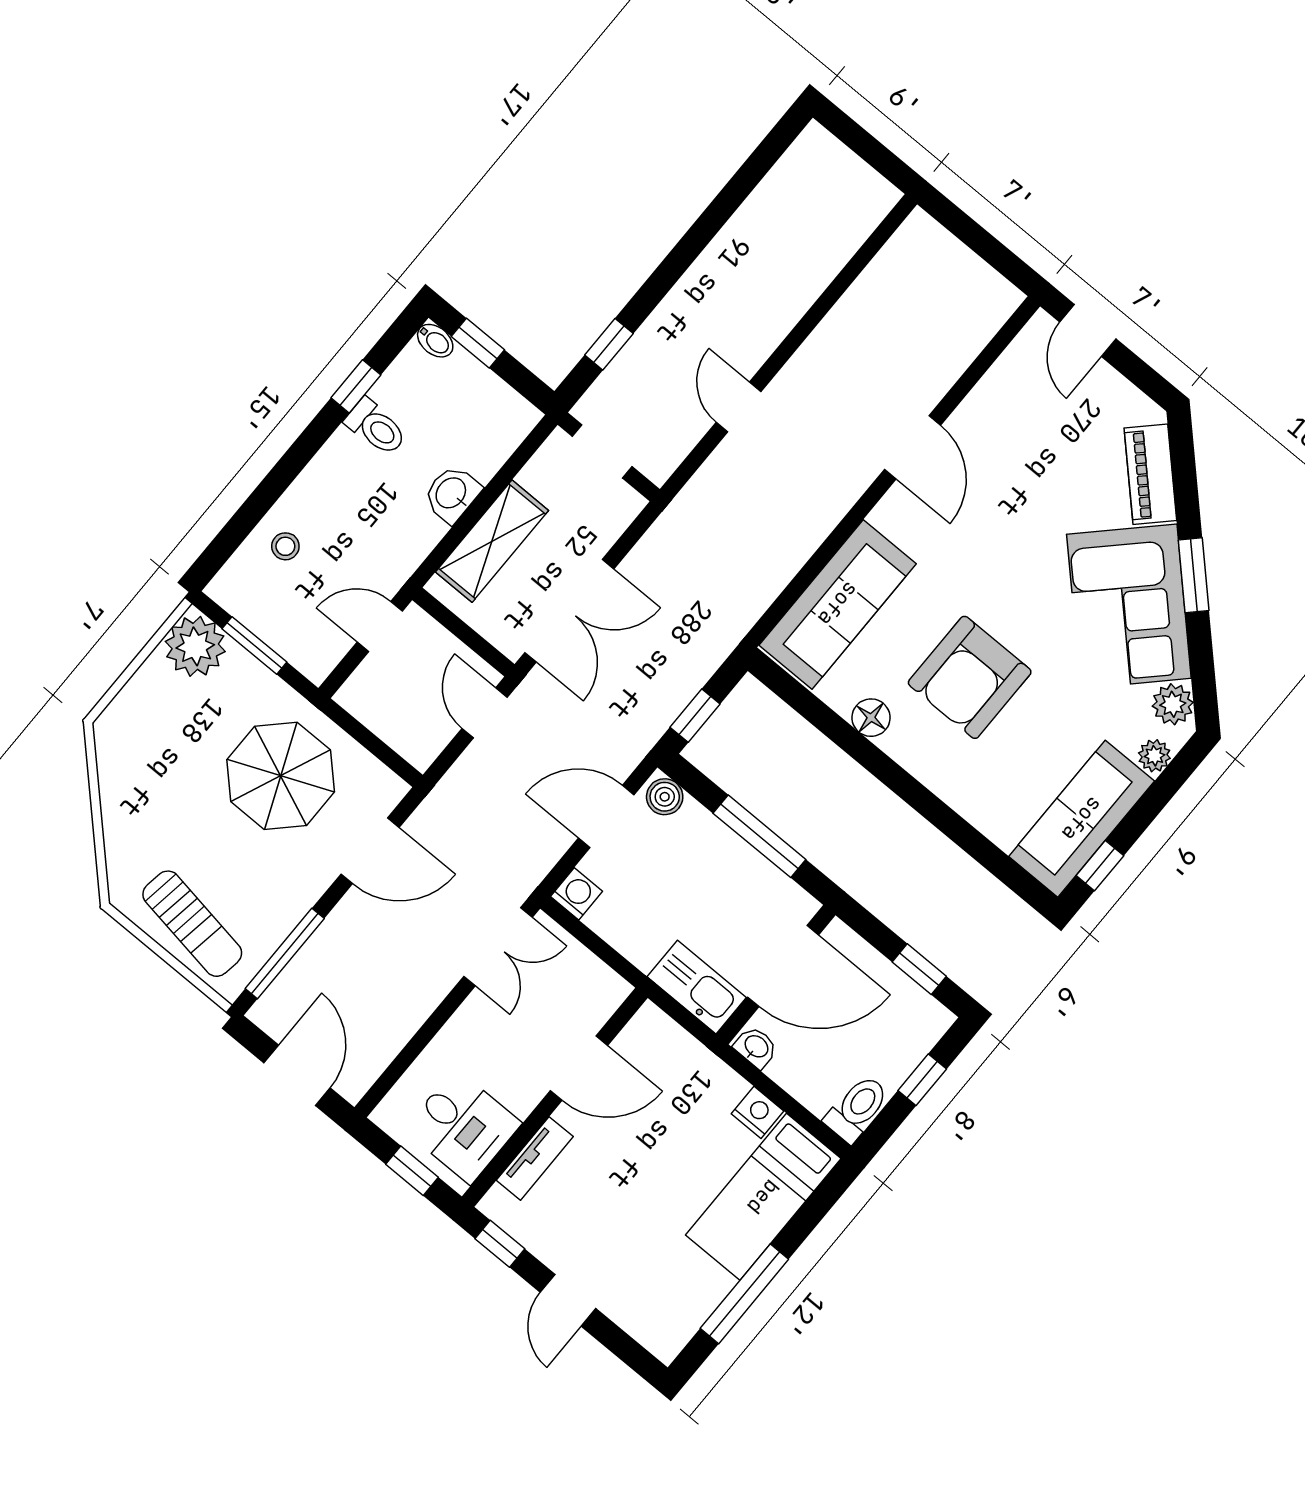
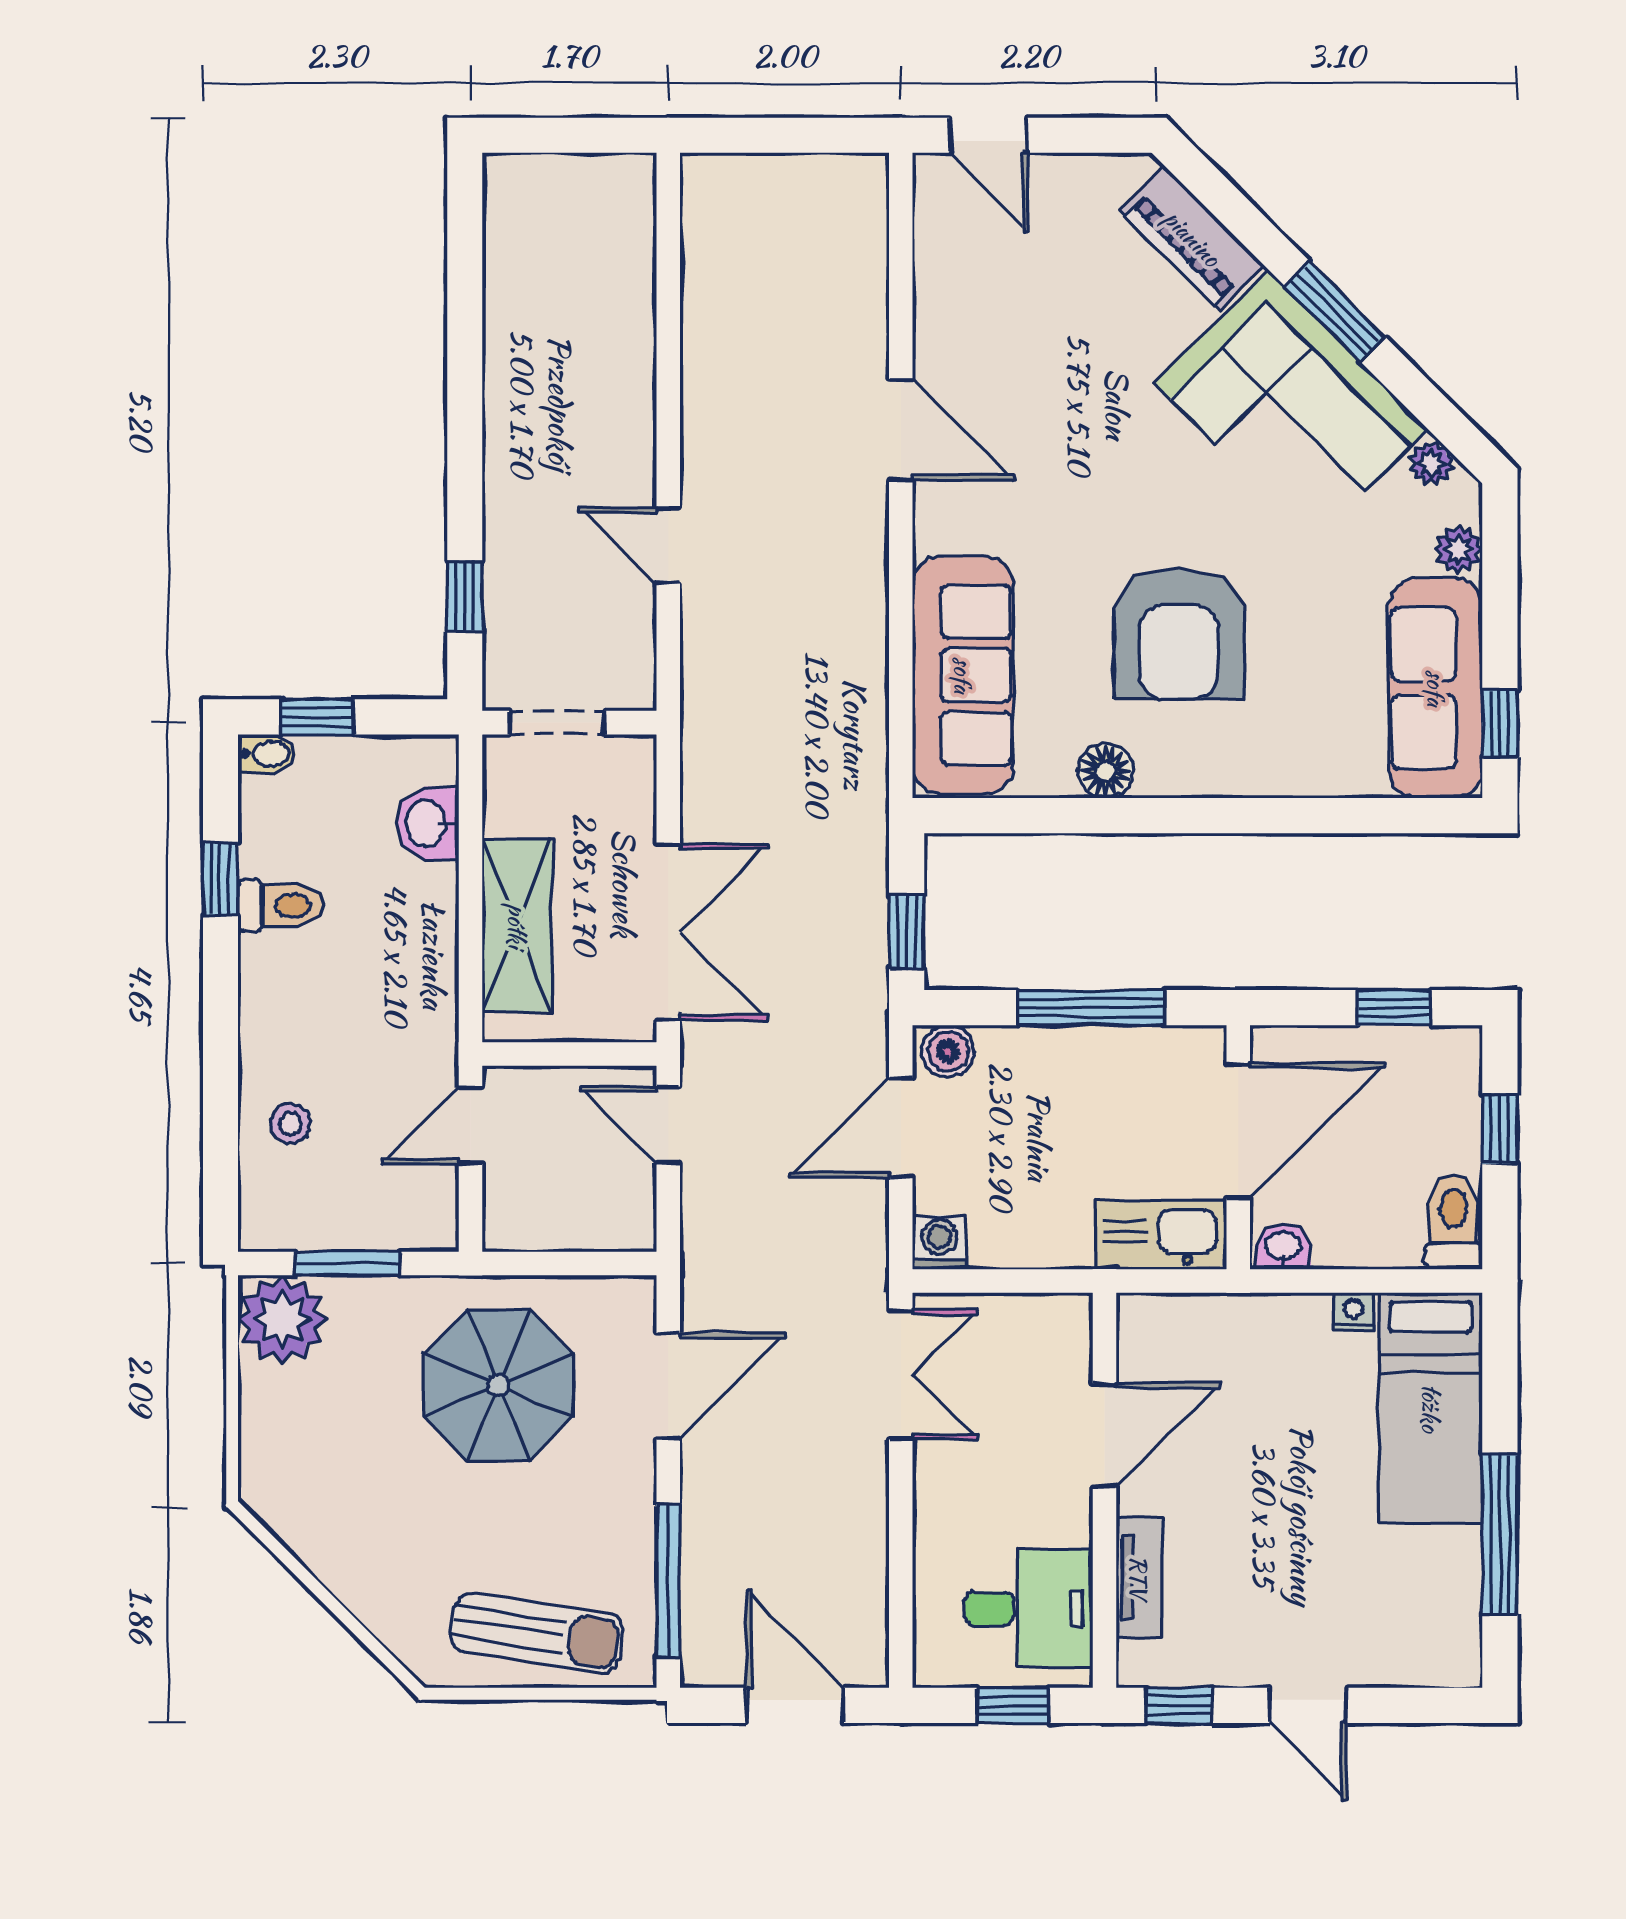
washbasin: (452, 494) -> (428, 823), moved
plant: (1173, 704) -> (1431, 463), width x0.73, depth x0.73
nightstand: (758, 1112) -> (1354, 1312), width x0.72, depth x0.74

